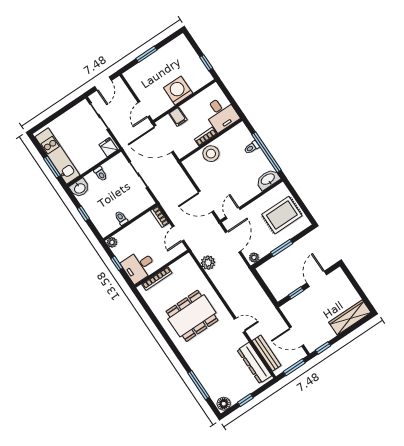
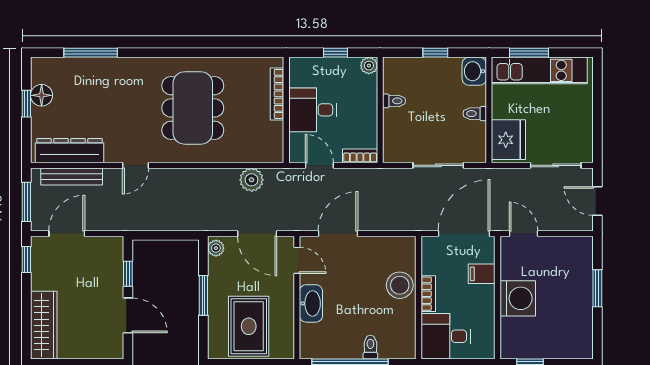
fridge: (108, 147) -> (508, 140), width x1.88, depth x1.34
washbasin: (268, 179) -> (311, 303), moved
desk: (139, 266) -> (313, 110), moved, turned -90
floor lamp: (224, 404) -> (42, 95), moved

